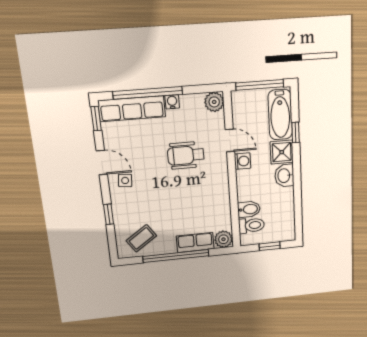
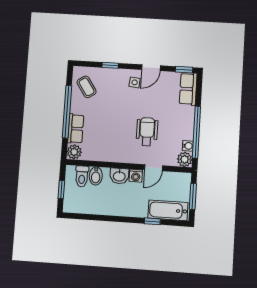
window: (260, 85) -> (193, 197), width x0.69
window: (148, 93) -> (196, 132), moved
water cooler: (172, 102) -> (188, 146), moved
row of seats: (132, 109) -> (188, 89), width x0.68
shower: (282, 152) -> (138, 208), removed
washbasin: (284, 176) -> (119, 176), moved, turned 180

